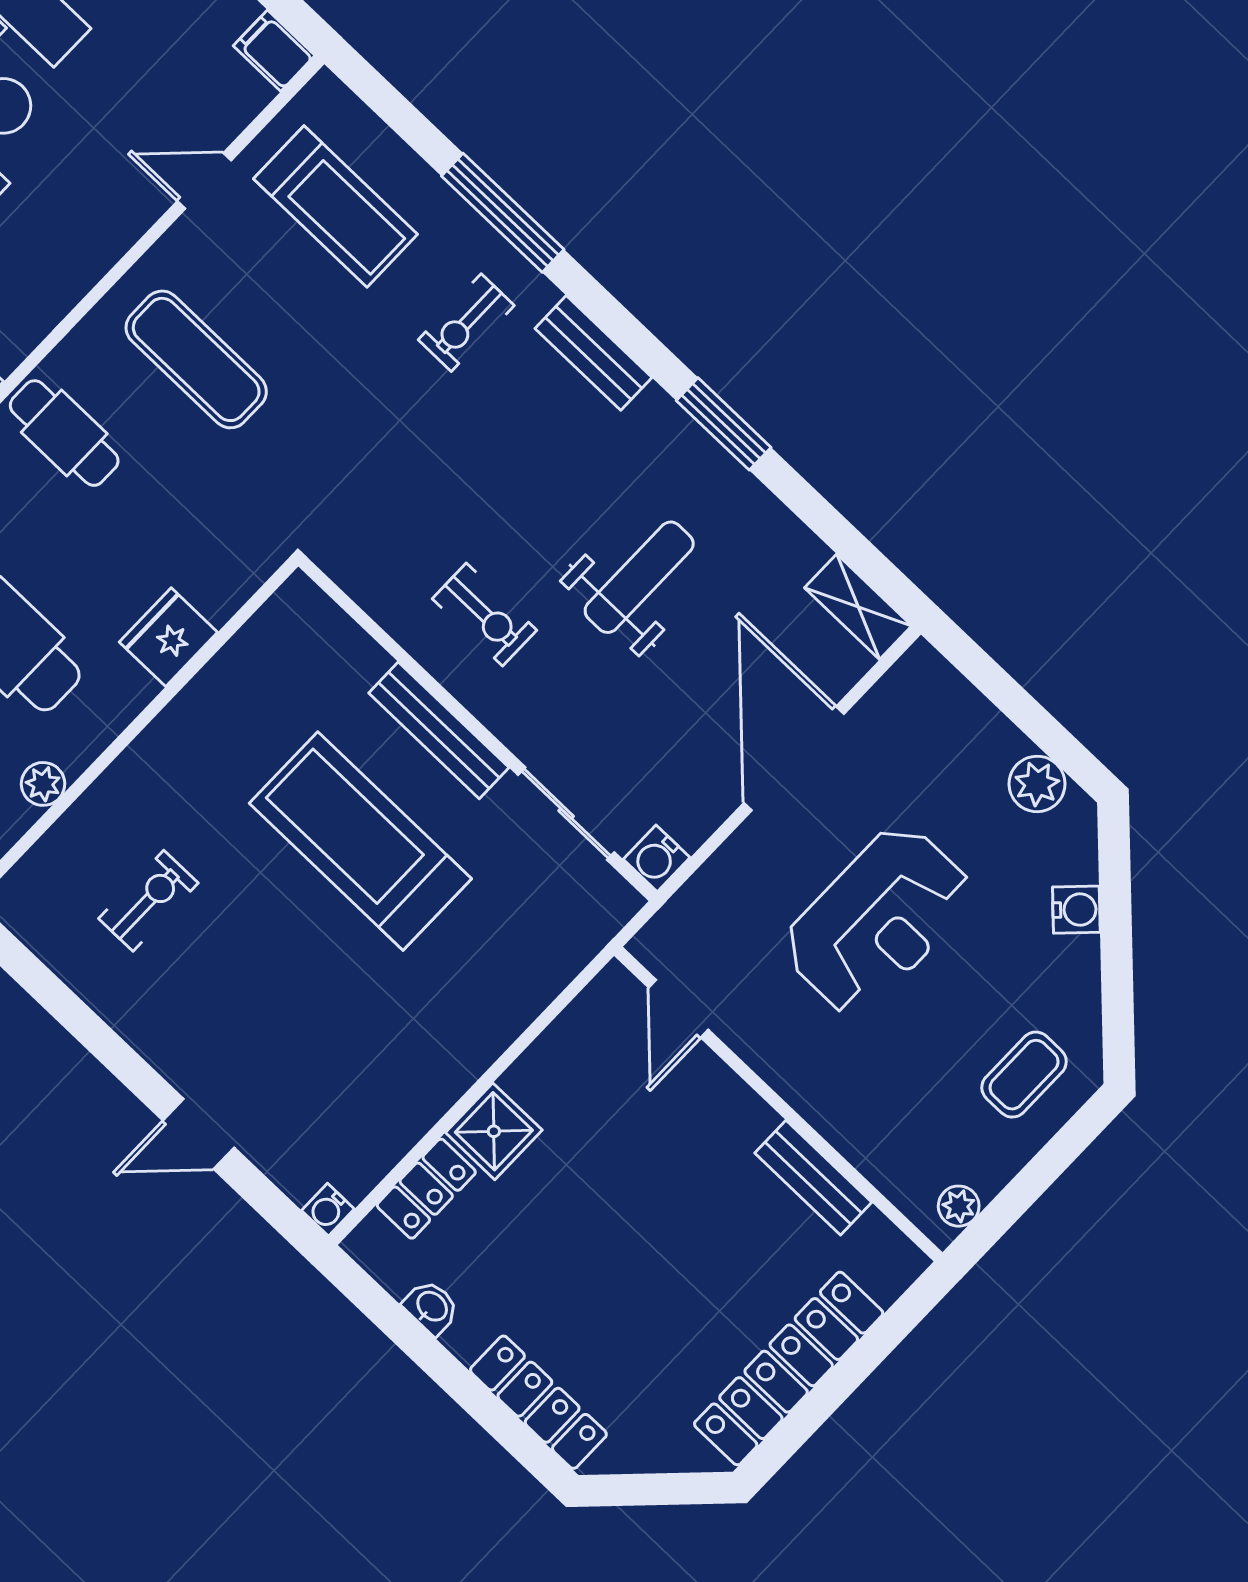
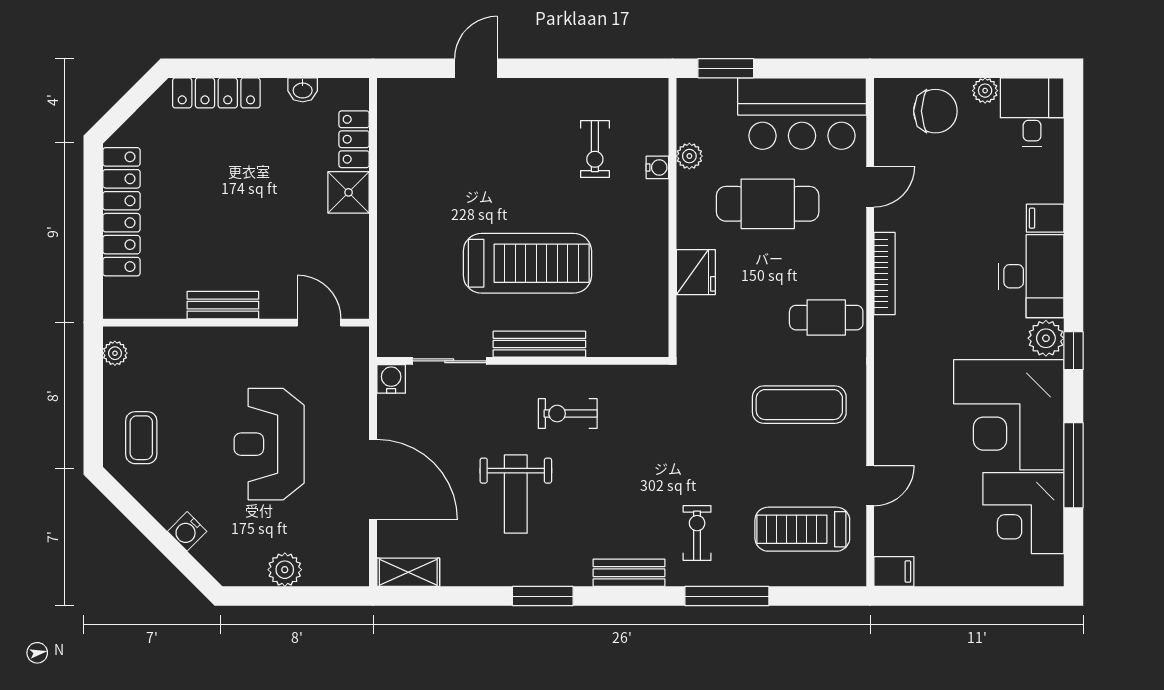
plant: (1037, 784) -> (285, 570), moved
bench: (813, 1178) -> (223, 305), moved
water cooler: (328, 1210) -> (657, 167), moved, turned 90

